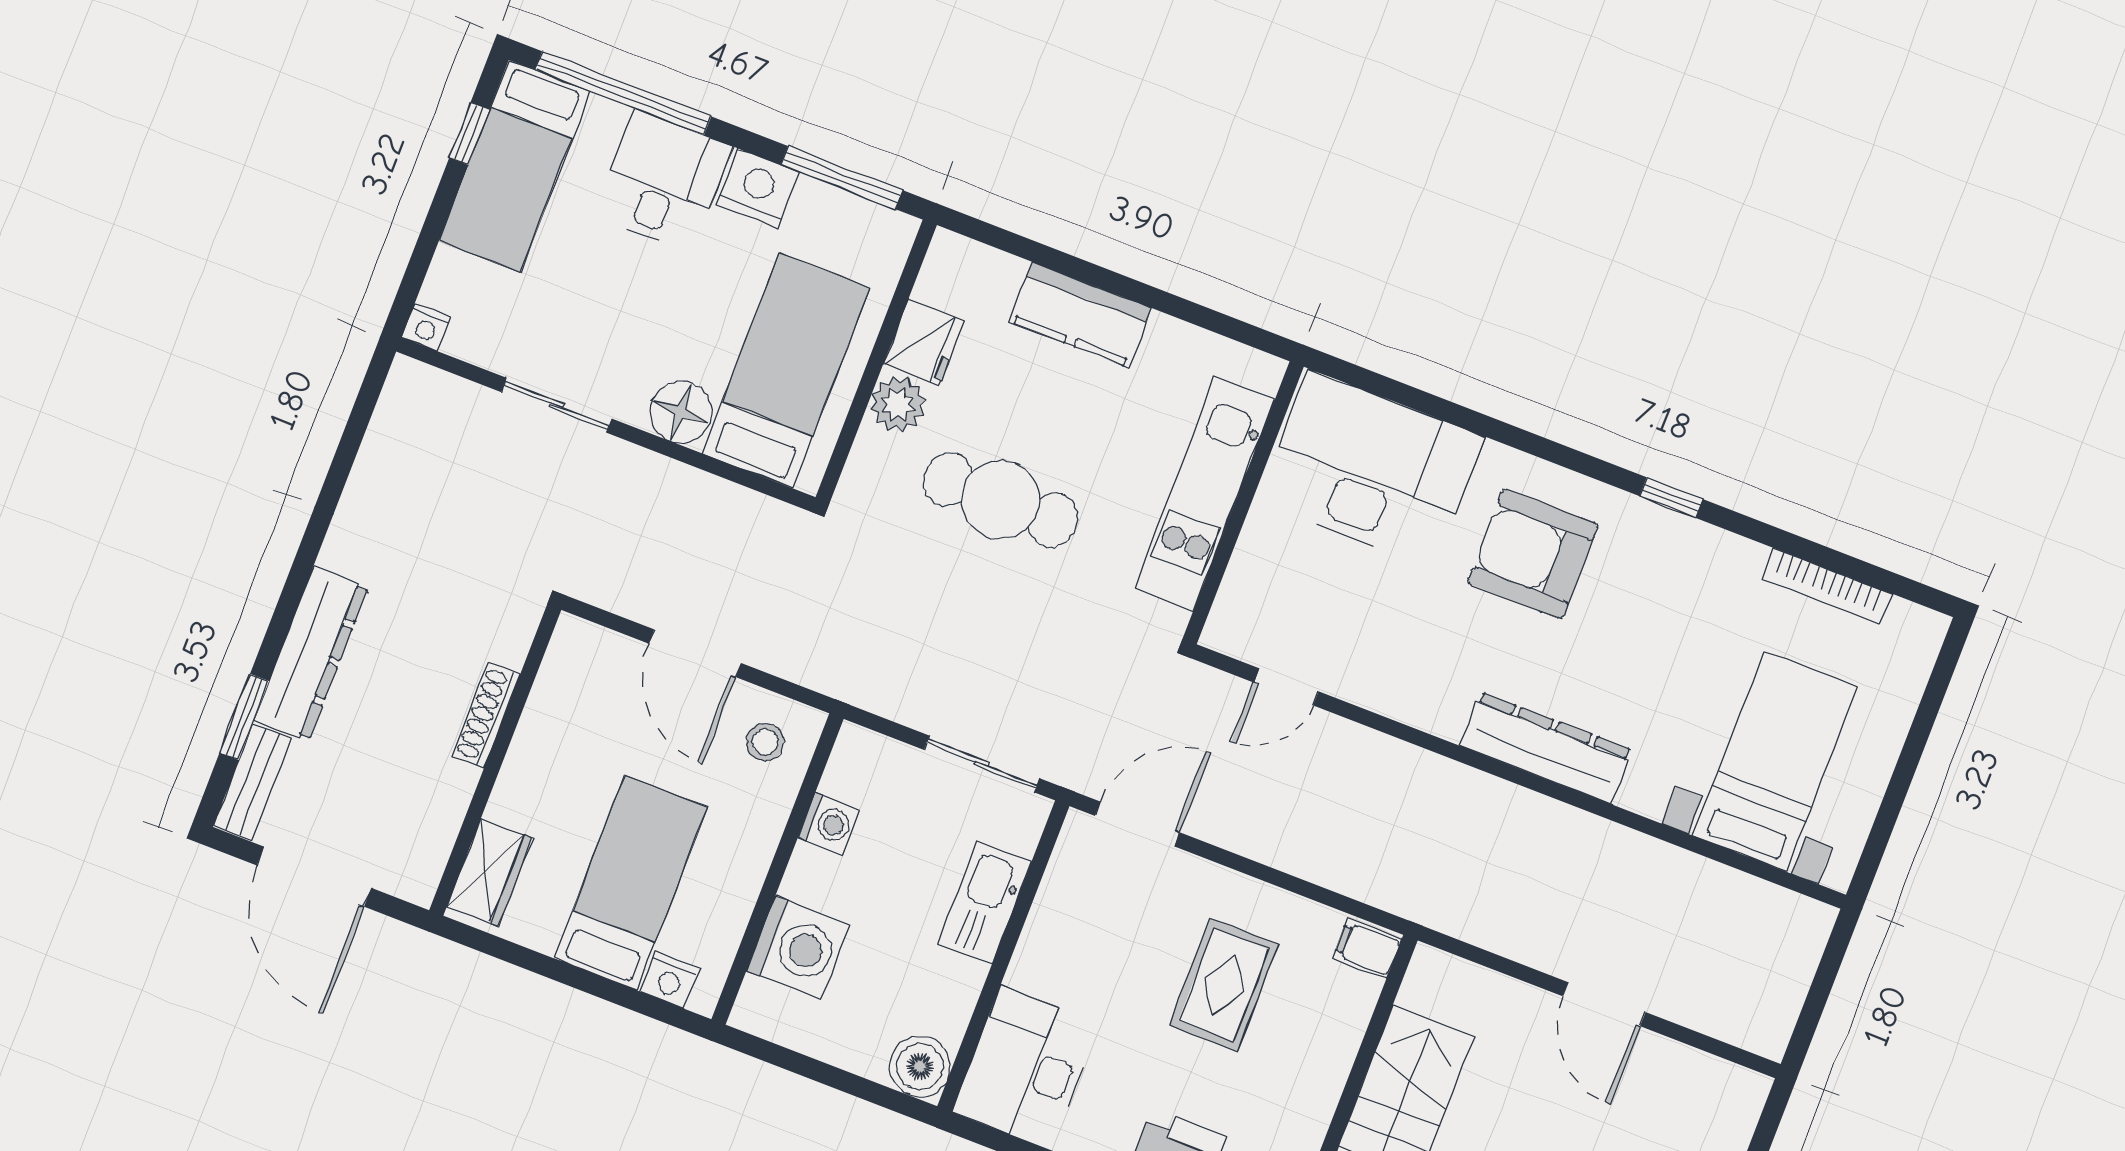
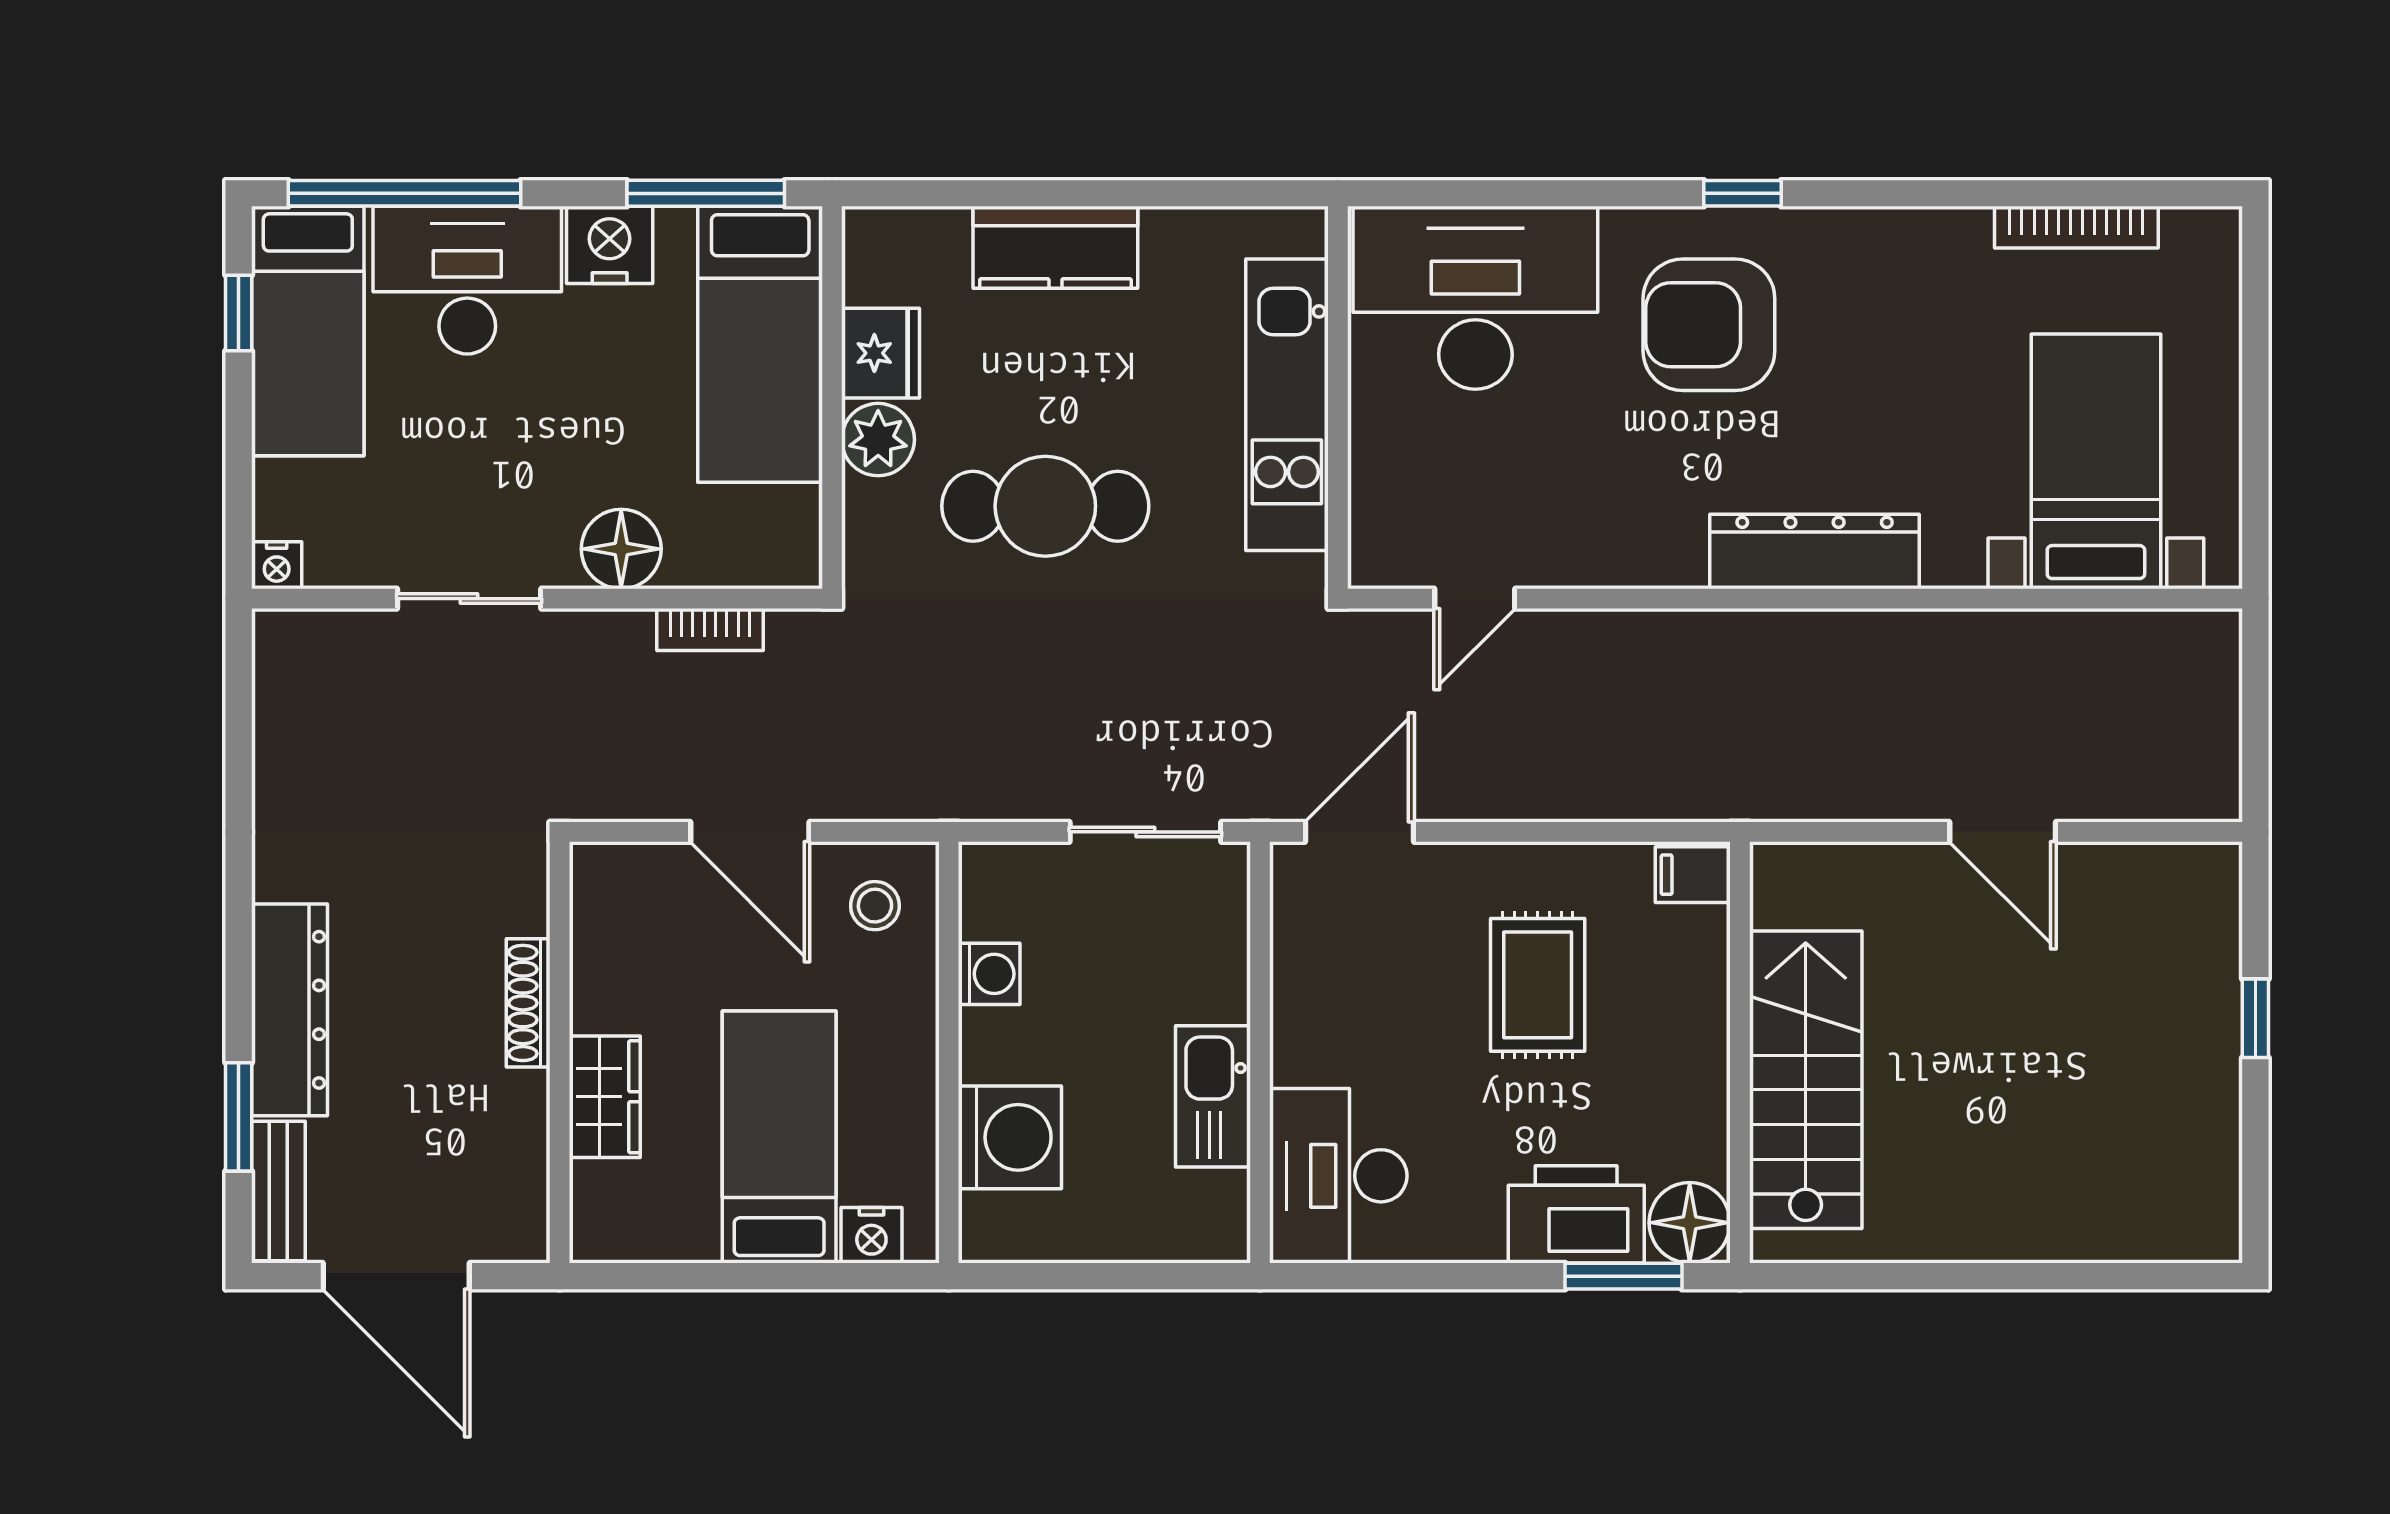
desk: (663, 181) -> (467, 280), width x1.37
bed: (786, 371) -> (760, 344), moved, turned 180
bookcase: (723, 495) -> (710, 630), added
window: (1671, 498) -> (1742, 193), moved
wardrobe: (490, 872) -> (605, 1097), moved
kitchen sink: (985, 903) -> (1213, 1096), moved
boiler: (920, 1067) -> (1211, 1224), removed

